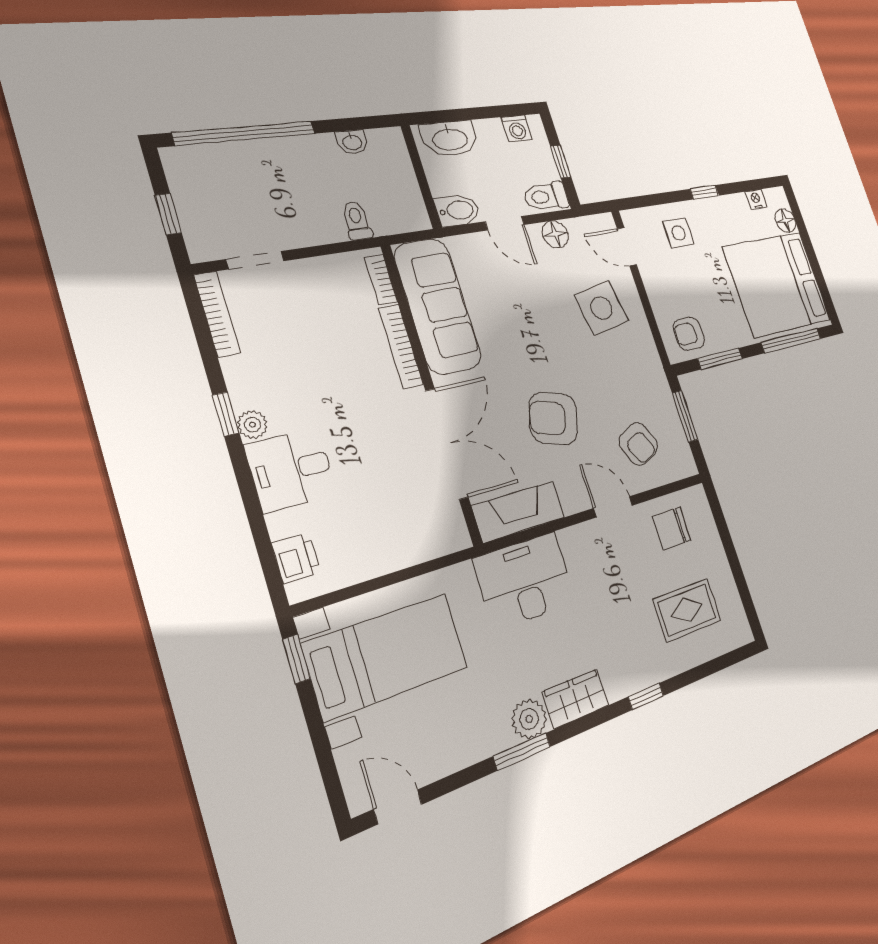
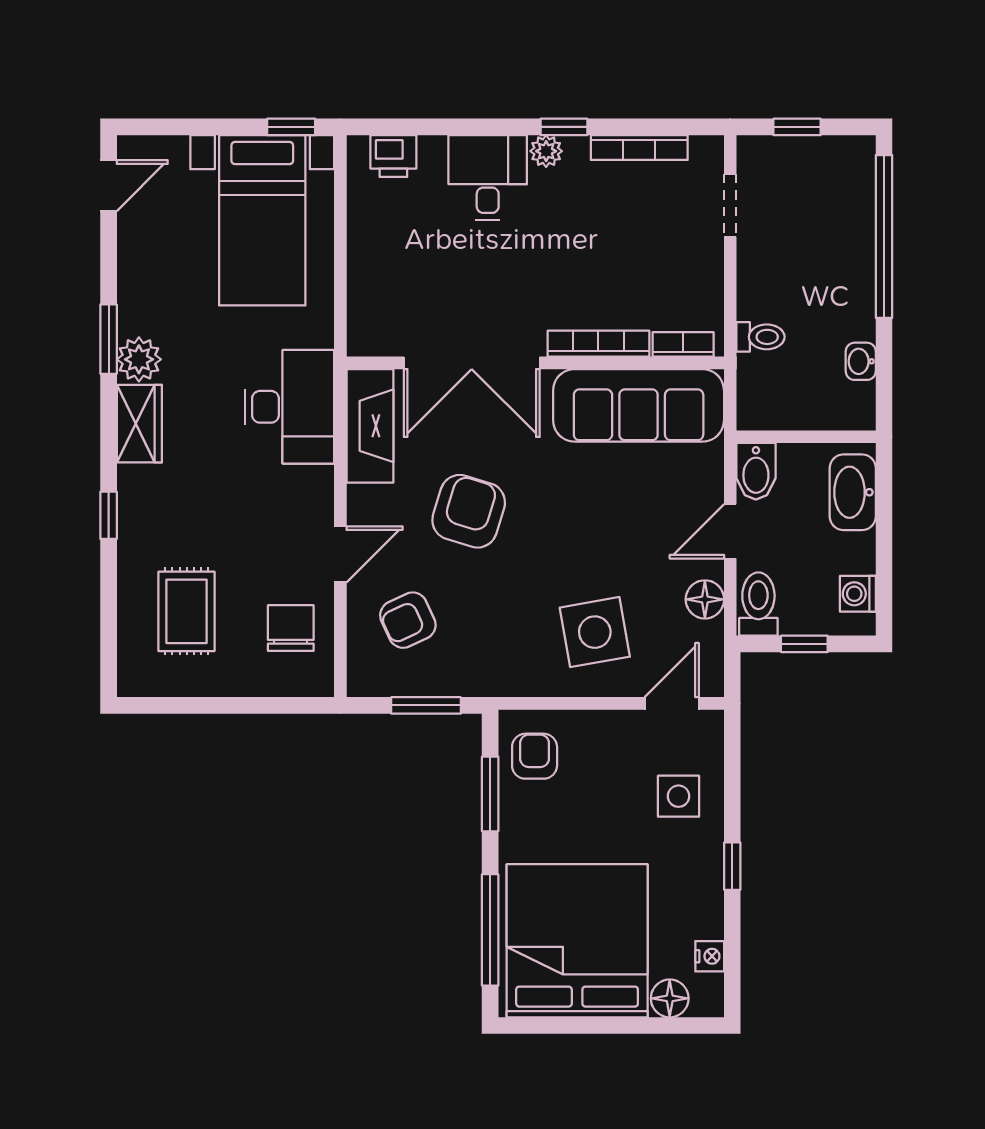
bookcase: (217, 314) -> (639, 148), moved

